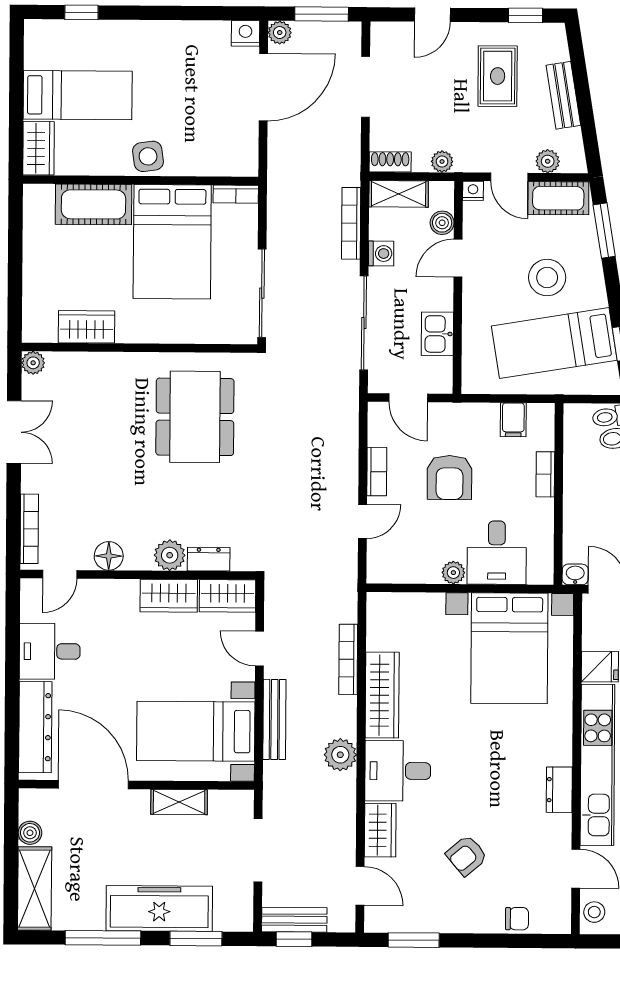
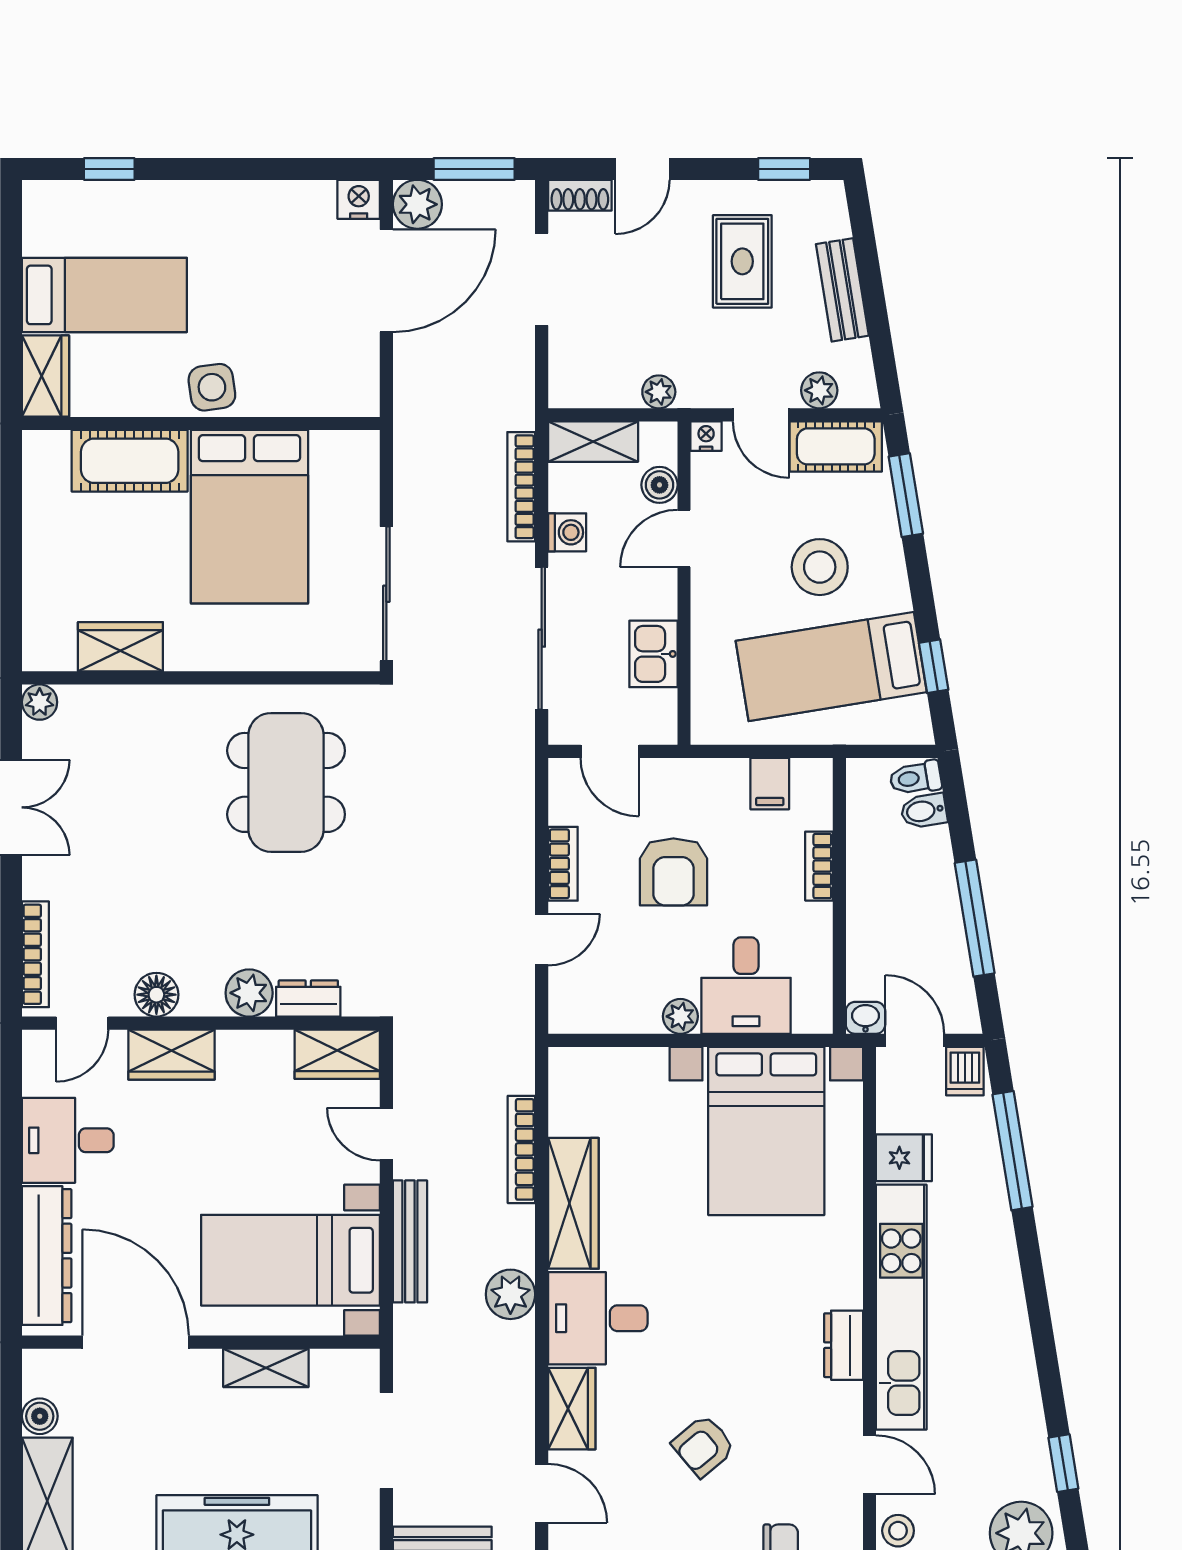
plant: (280, 33) -> (417, 204), width x1.38, depth x1.38
shoe rack: (390, 162) -> (580, 195), moved, turned 180
bookcase: (236, 194) -> (346, 444), removed
wardrobe: (169, 596) -> (171, 1055), moved

